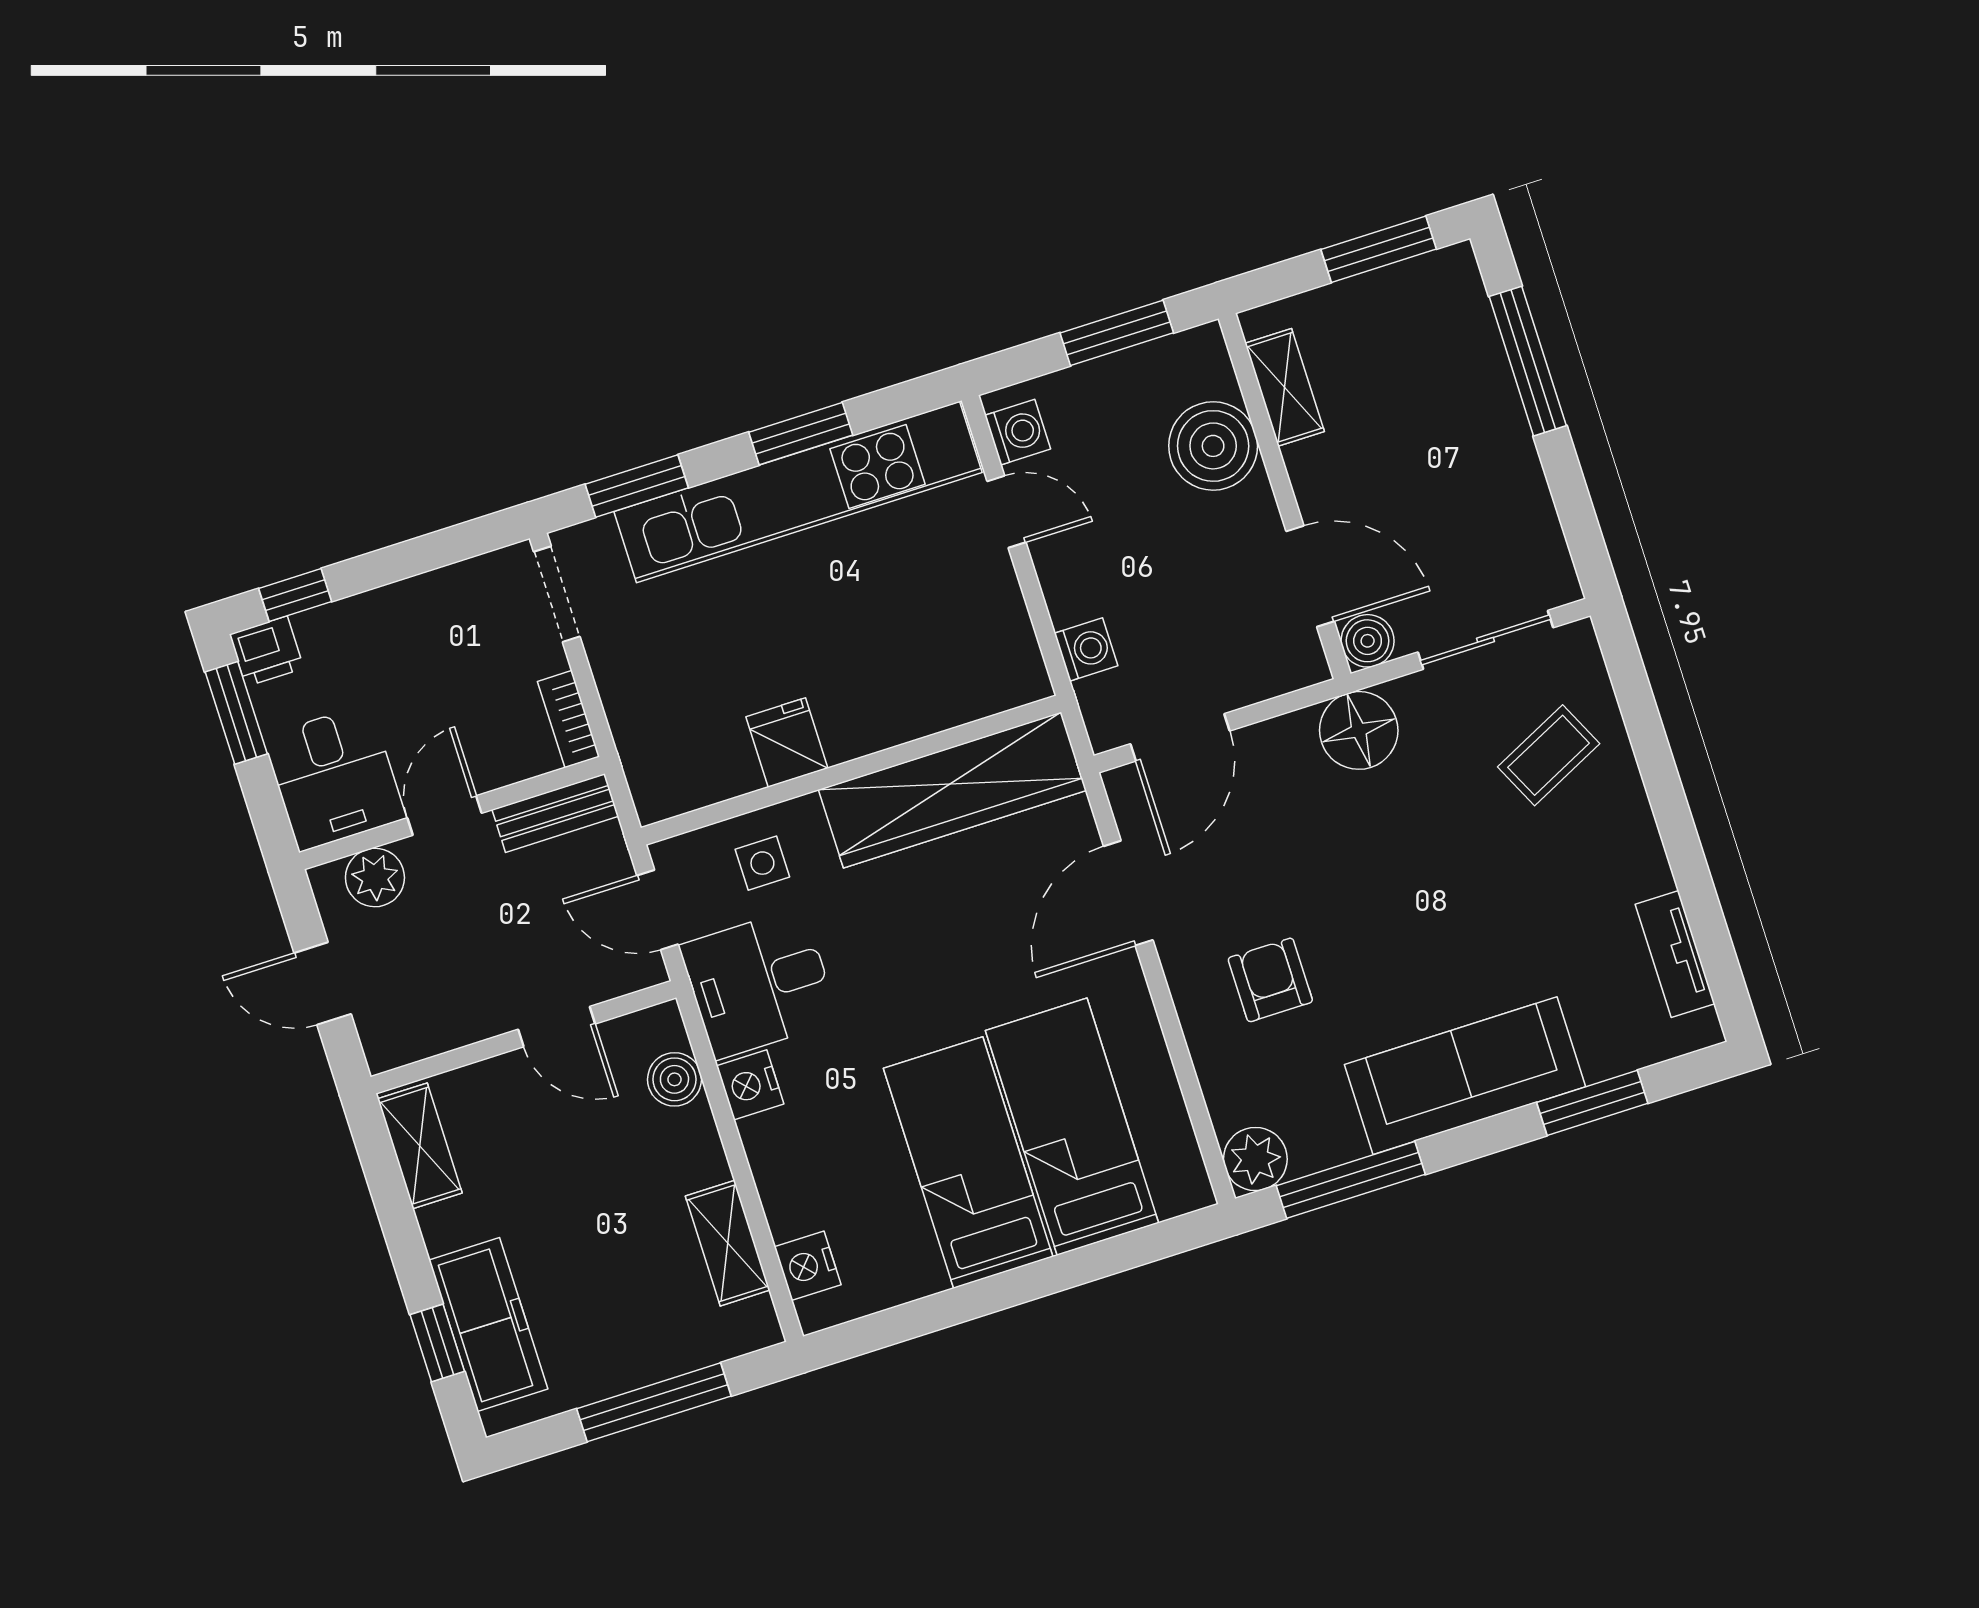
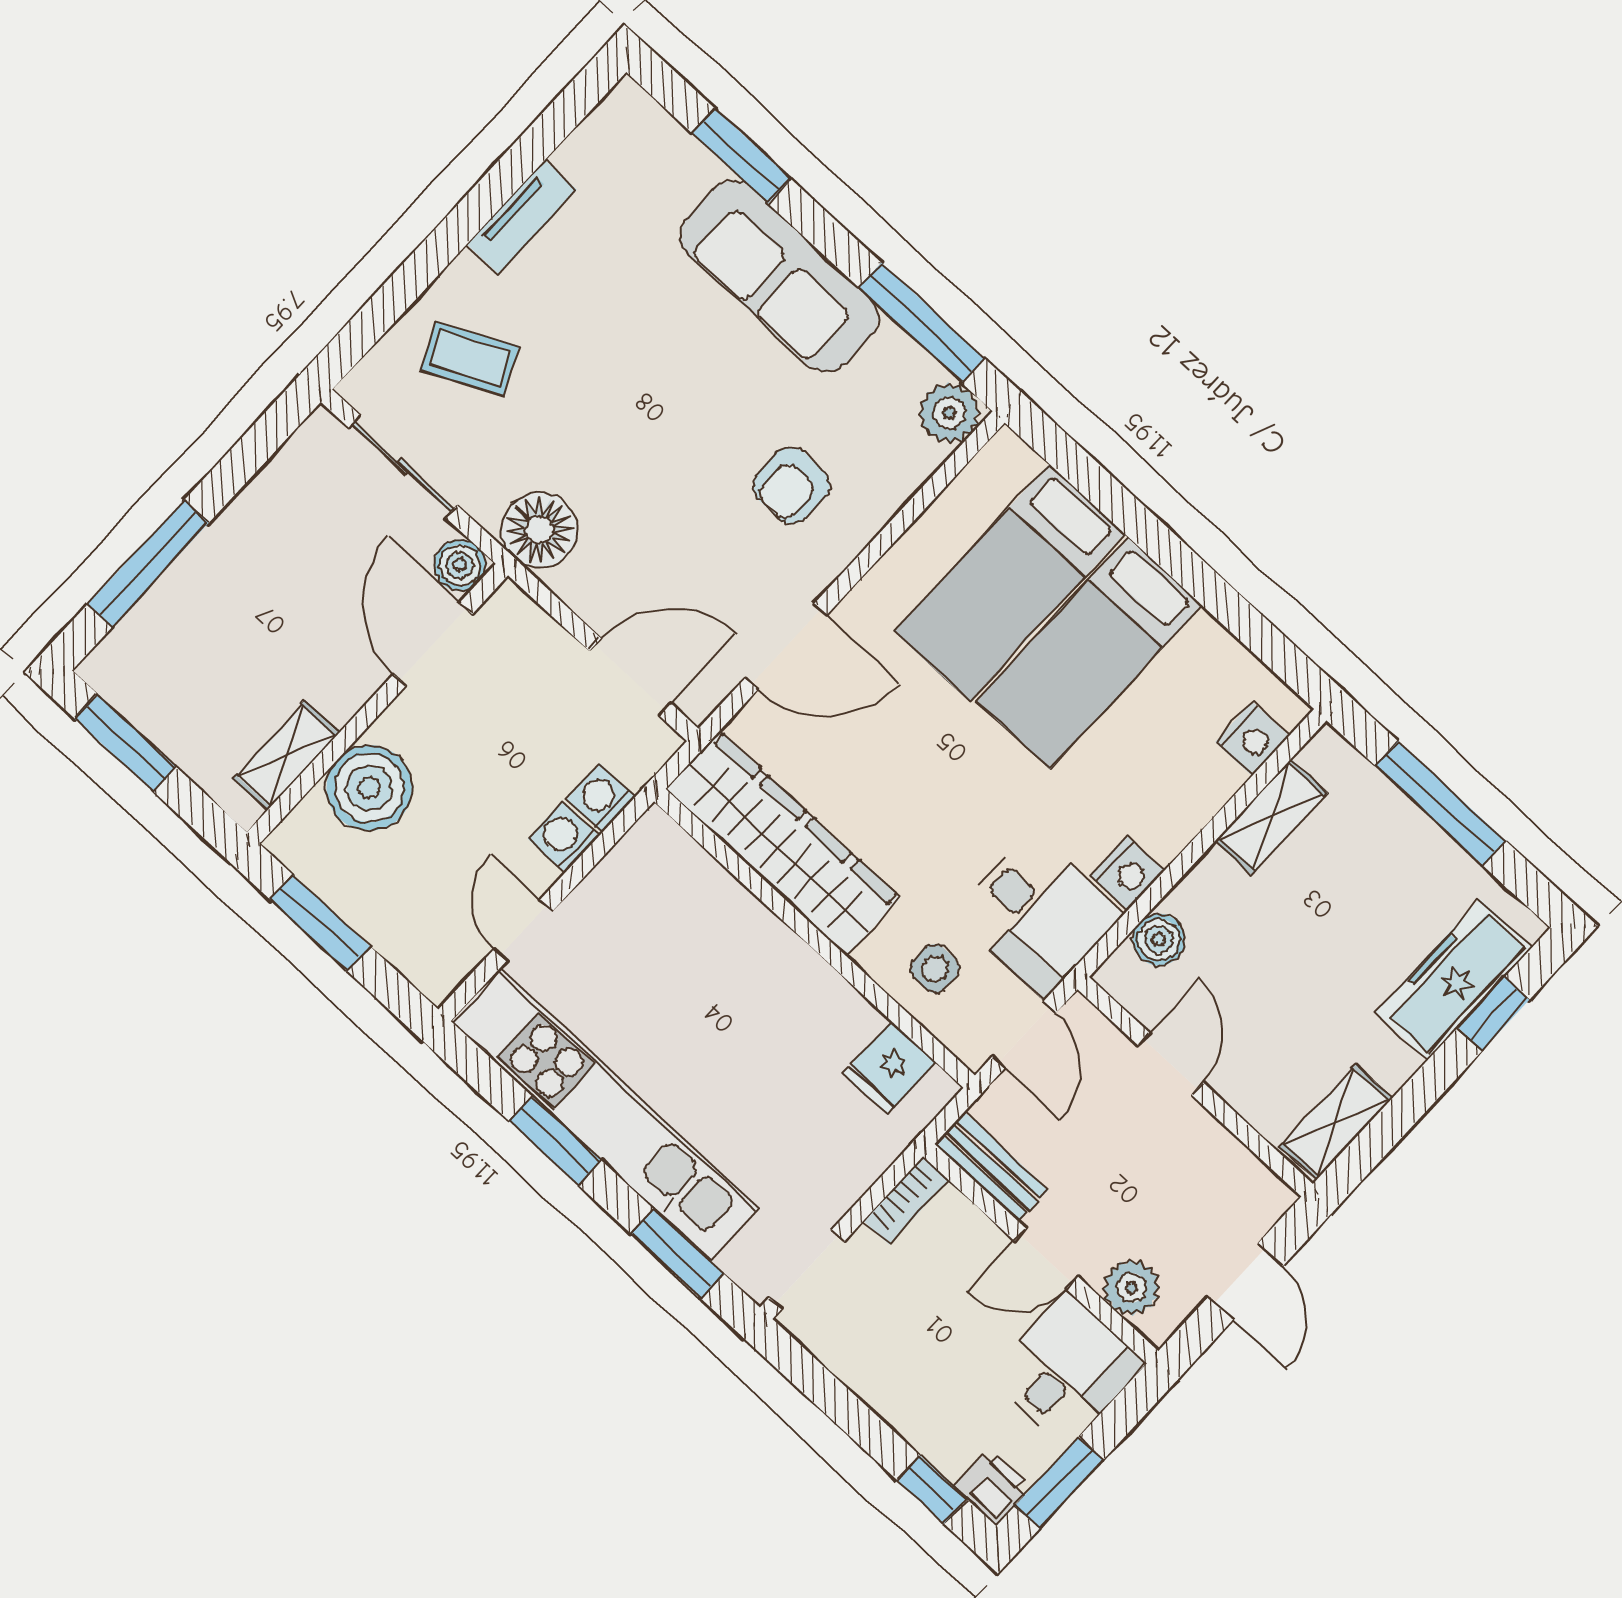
washing machine: (1018, 432) -> (564, 837), moved
fridge: (787, 742) -> (889, 1068), moved
tv unit: (1675, 954) -> (522, 217), moved

